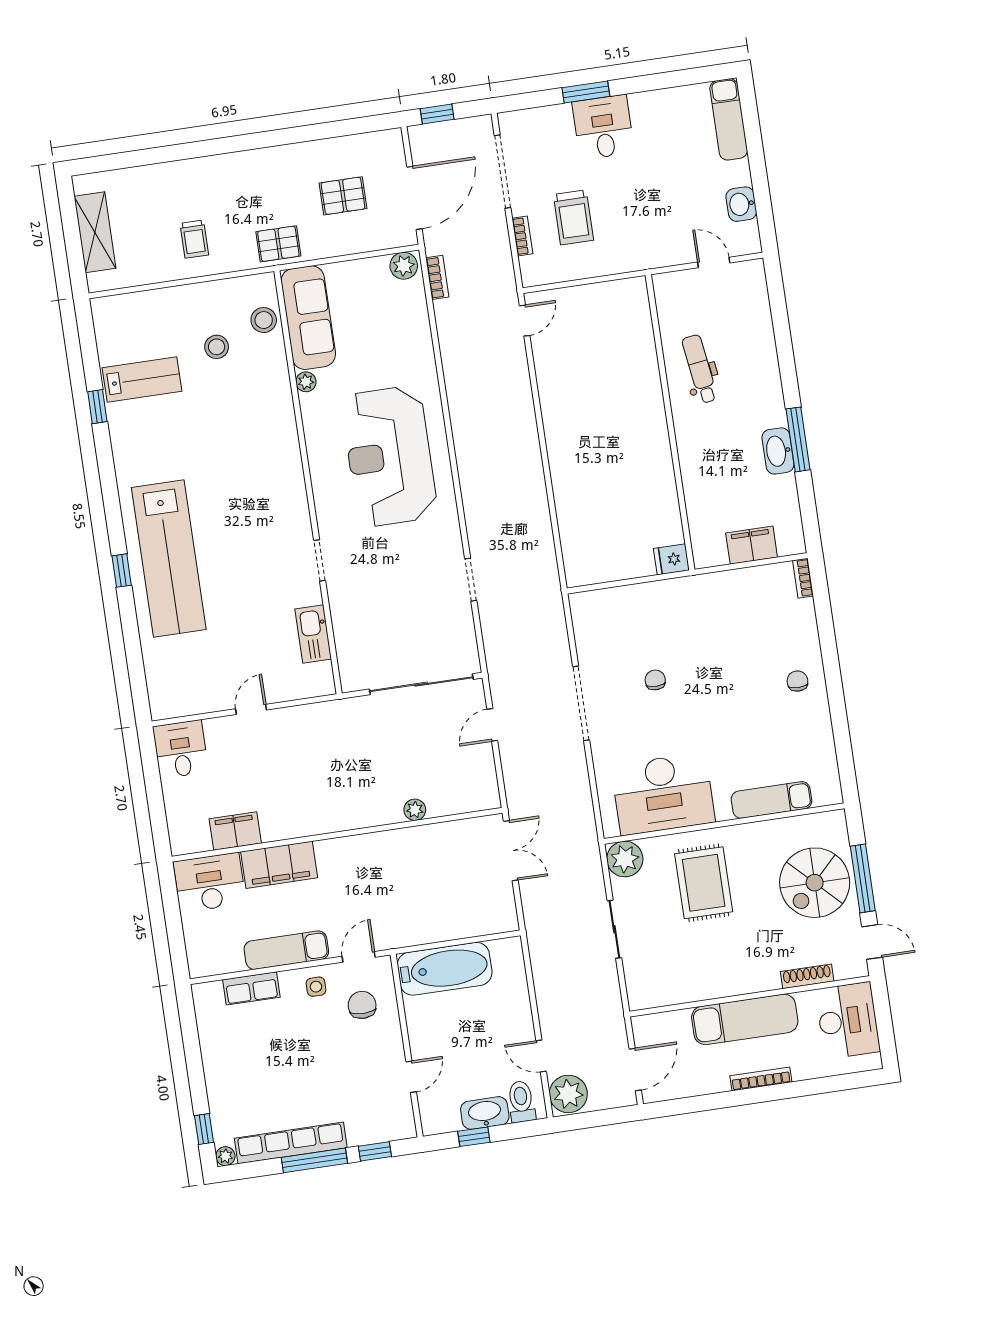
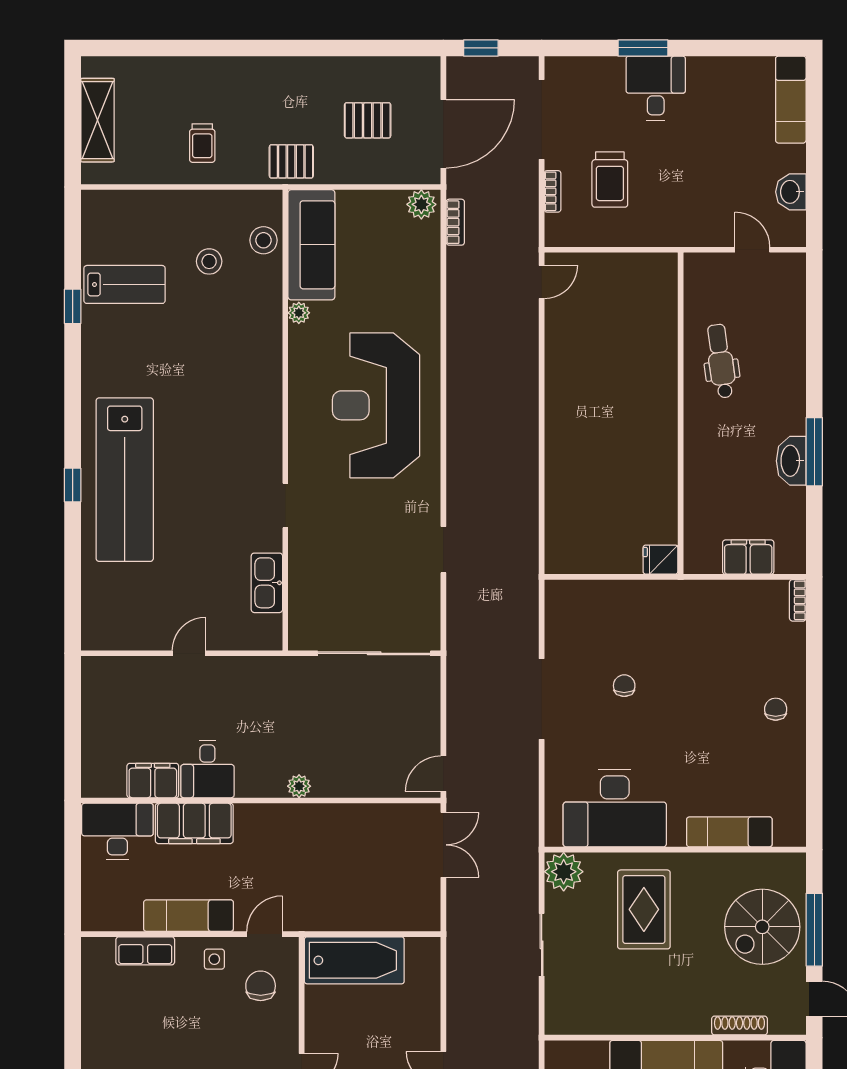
door: (492, 725) -> (443, 774), moved
desk: (181, 749) -> (207, 769), moved, turned 180
plant: (415, 810) -> (299, 786), moved

